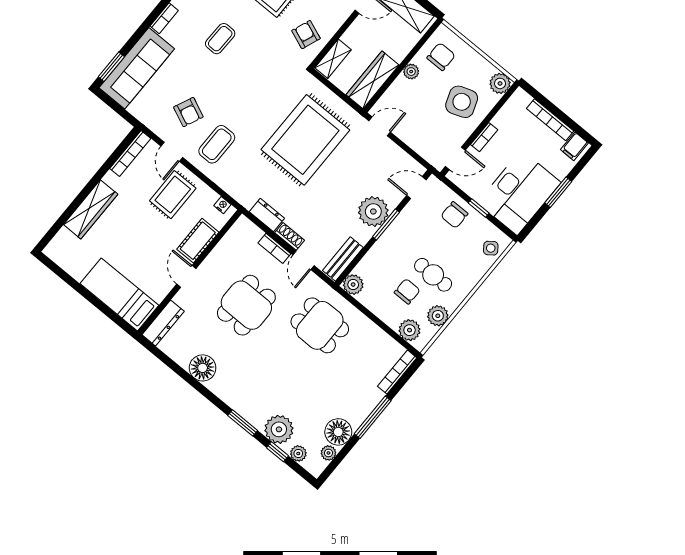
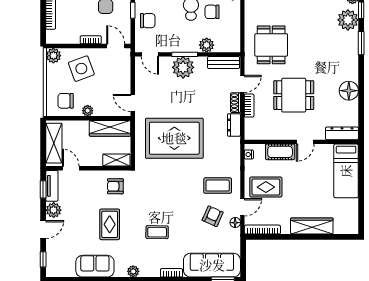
armchair: (306, 35) -> (115, 186), turned 69
floor lamp: (162, 131) -> (235, 223), added
plant: (353, 285) -> (207, 45), moved

